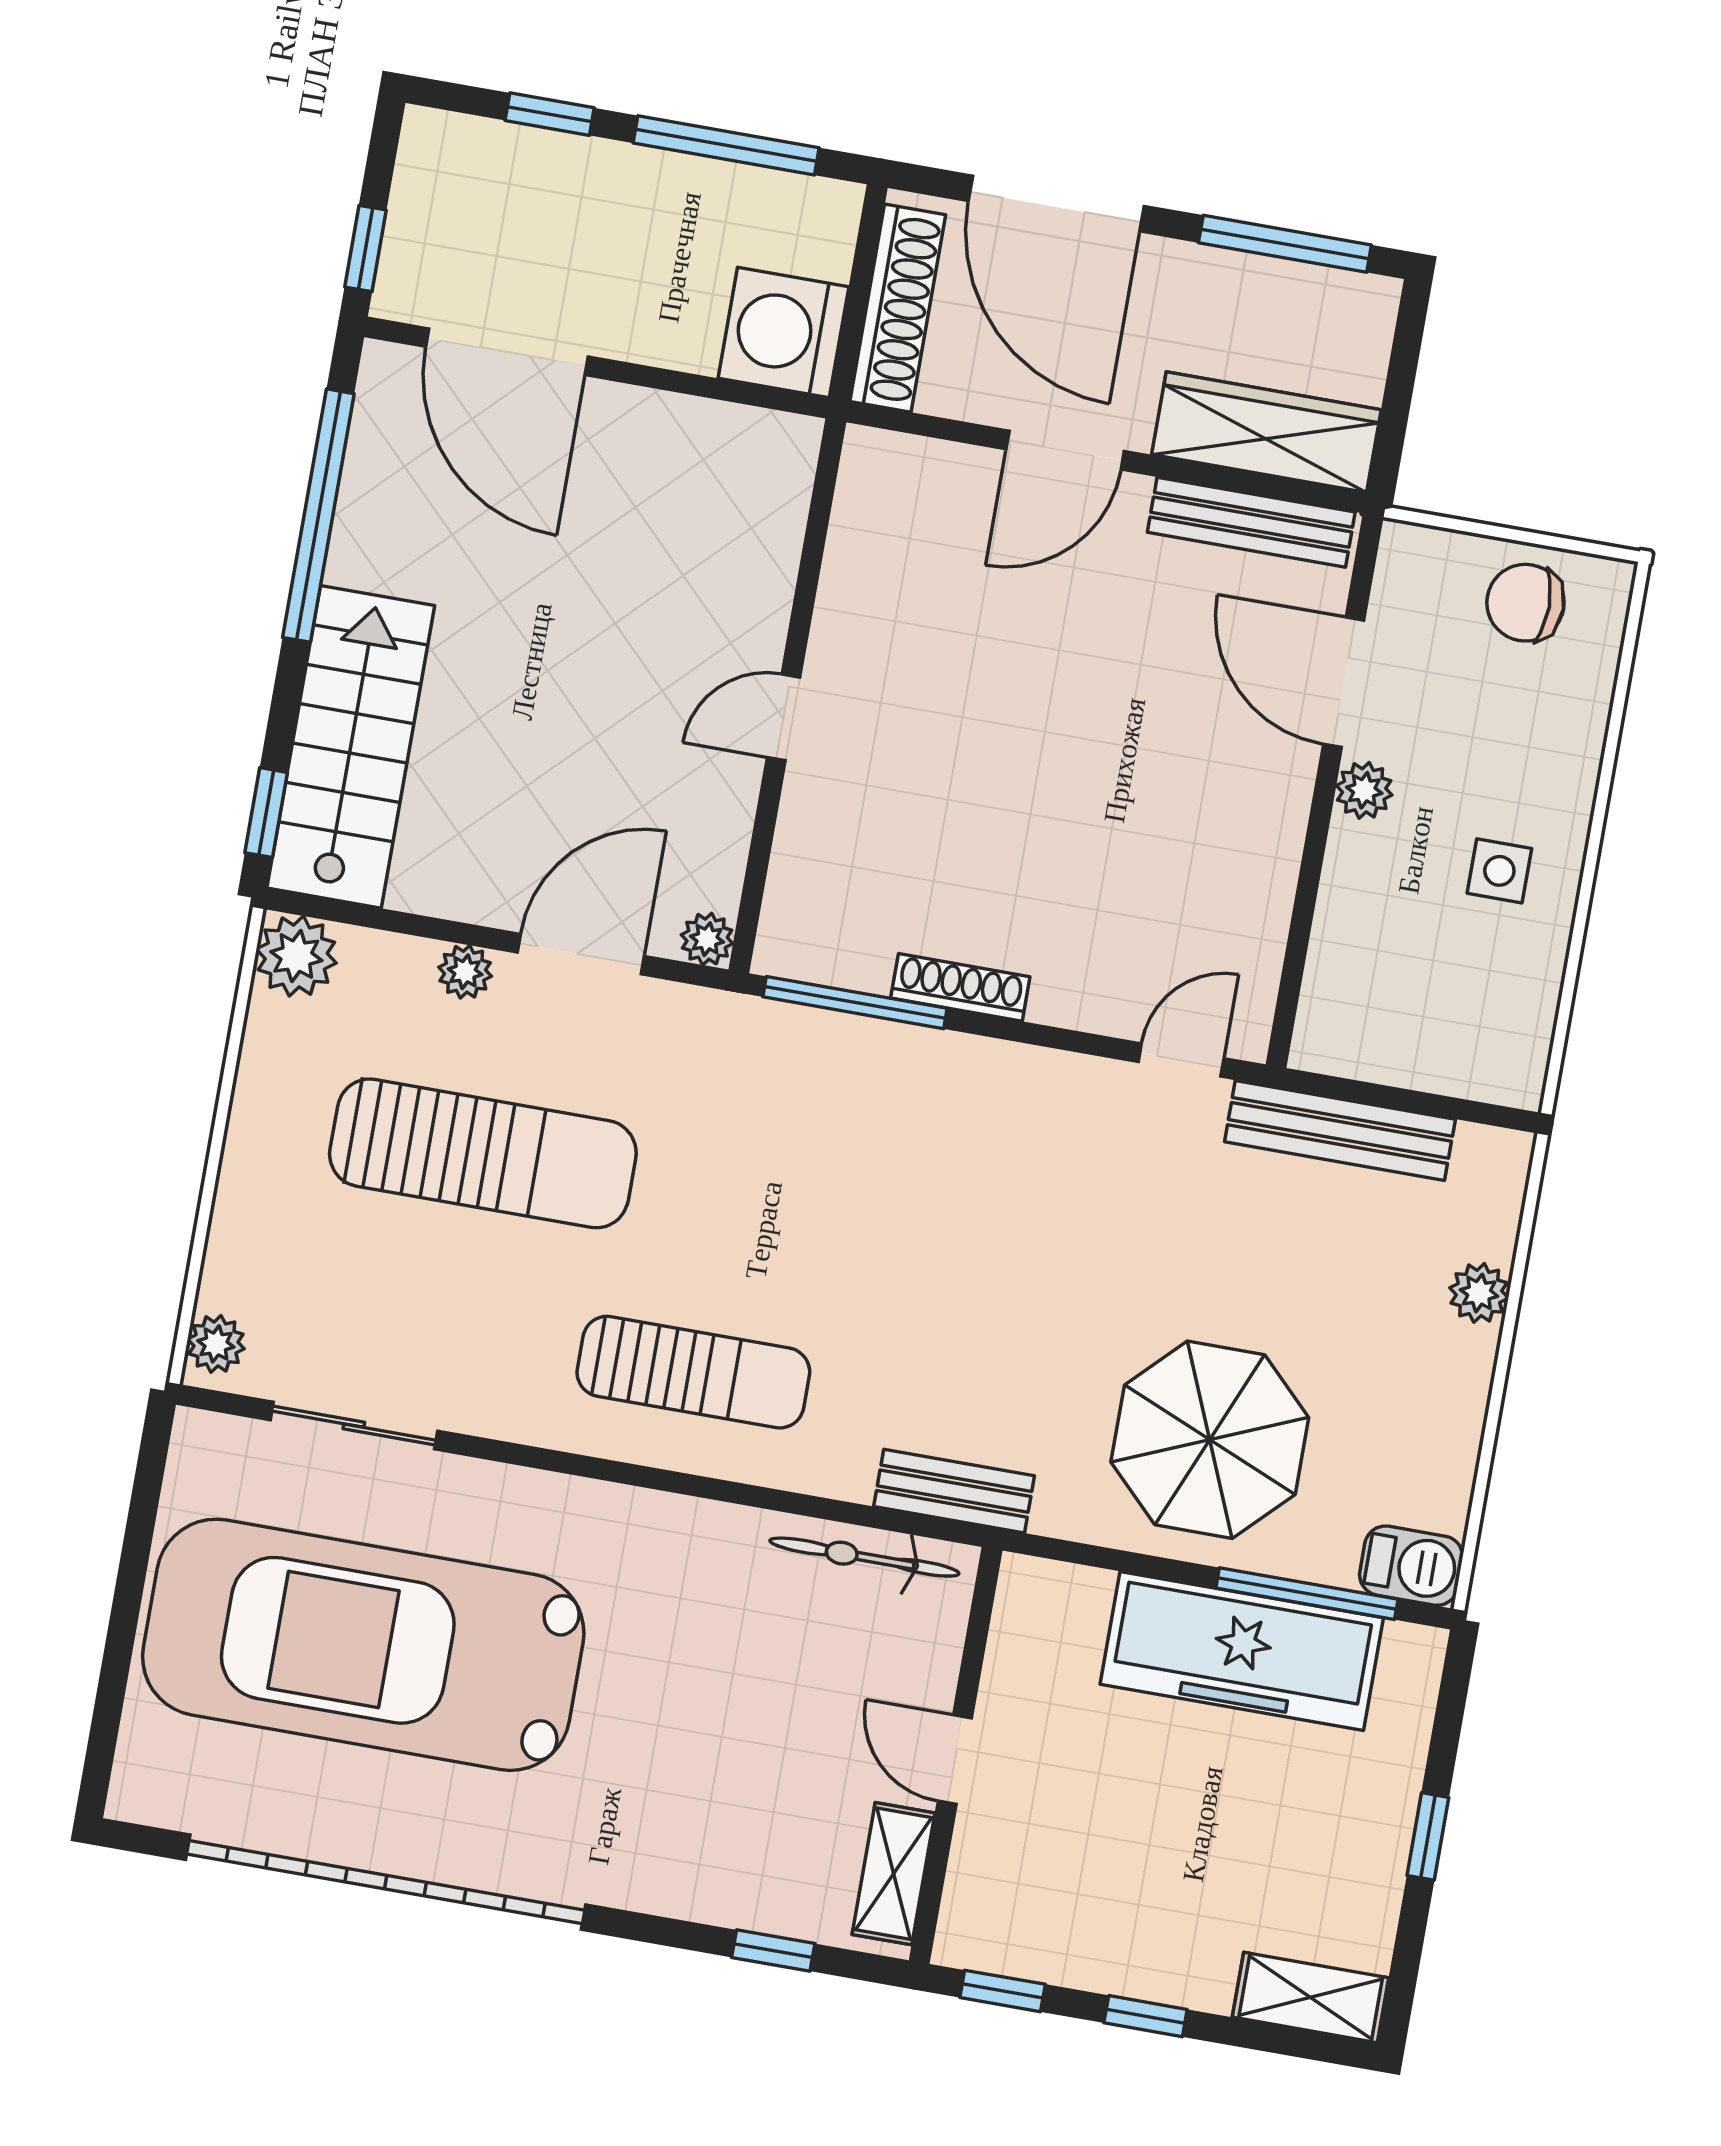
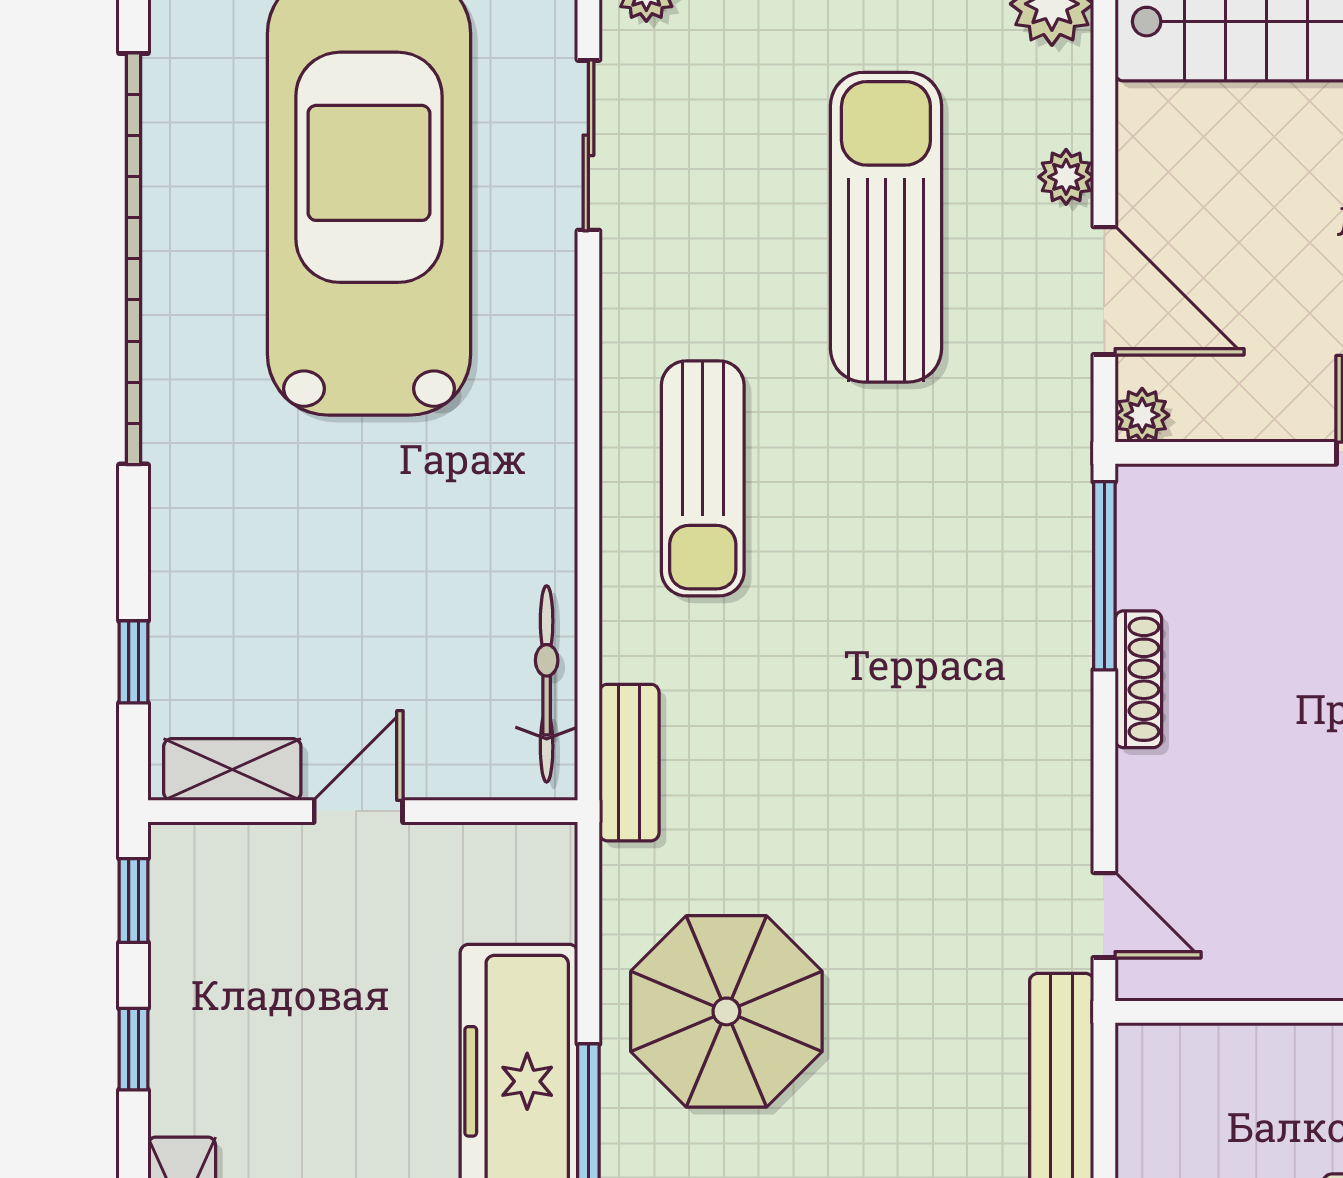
sun lounger: (483, 1153) -> (886, 227), turned 180

